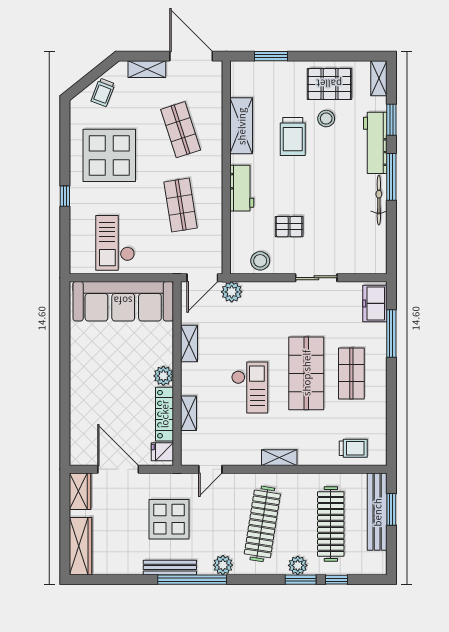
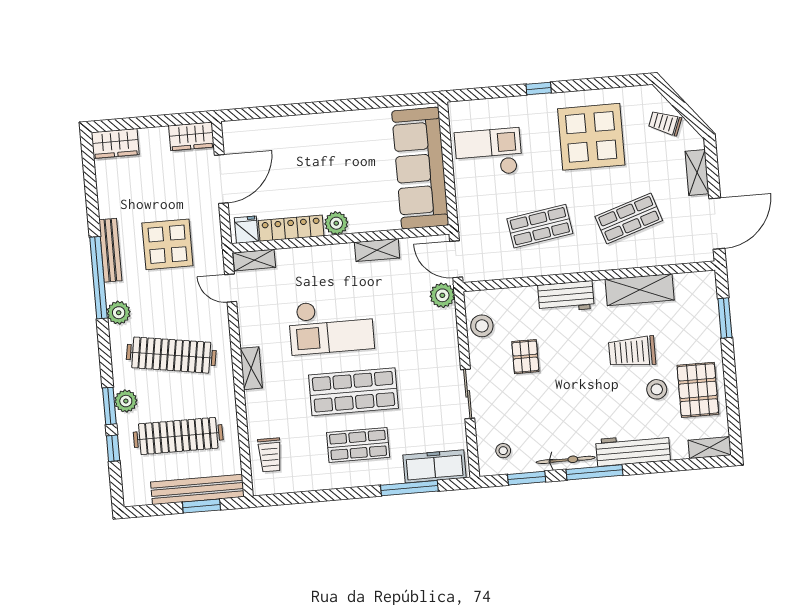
window: (391, 120) -> (527, 478), moved
stool: (367, 252) -> (503, 451), added
freezer: (375, 303) -> (434, 466), width x1.40
checkout: (250, 387) -> (331, 326), width x1.36, depth x1.21
shelving: (188, 413) -> (254, 260), moved
wardrobe: (81, 546) -> (115, 143), width x0.67

